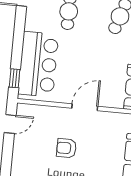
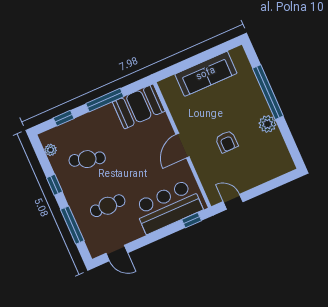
door: (85, 107) -> (183, 146), hinge flipped

